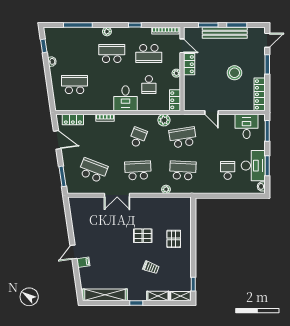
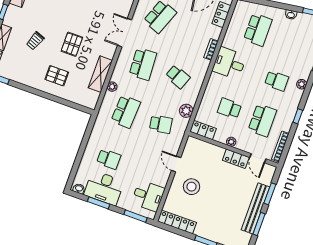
door: (182, 46) -> (258, 158), hinge flipped
school desk: (112, 54) -> (277, 81), width x0.54
school desk: (149, 54) -> (262, 120), turned 180
stool: (234, 73) -> (192, 187), moved
desk: (126, 98) -> (229, 63), moved
door: (212, 113) -> (176, 164), hinge flipped
school desk: (183, 137) -> (161, 124), width x0.54
shelving: (159, 203) -> (100, 74), added

